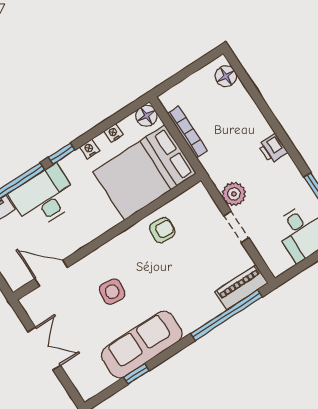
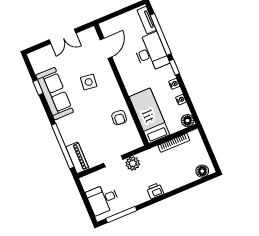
bed: (145, 173) -> (149, 116), width x0.67

